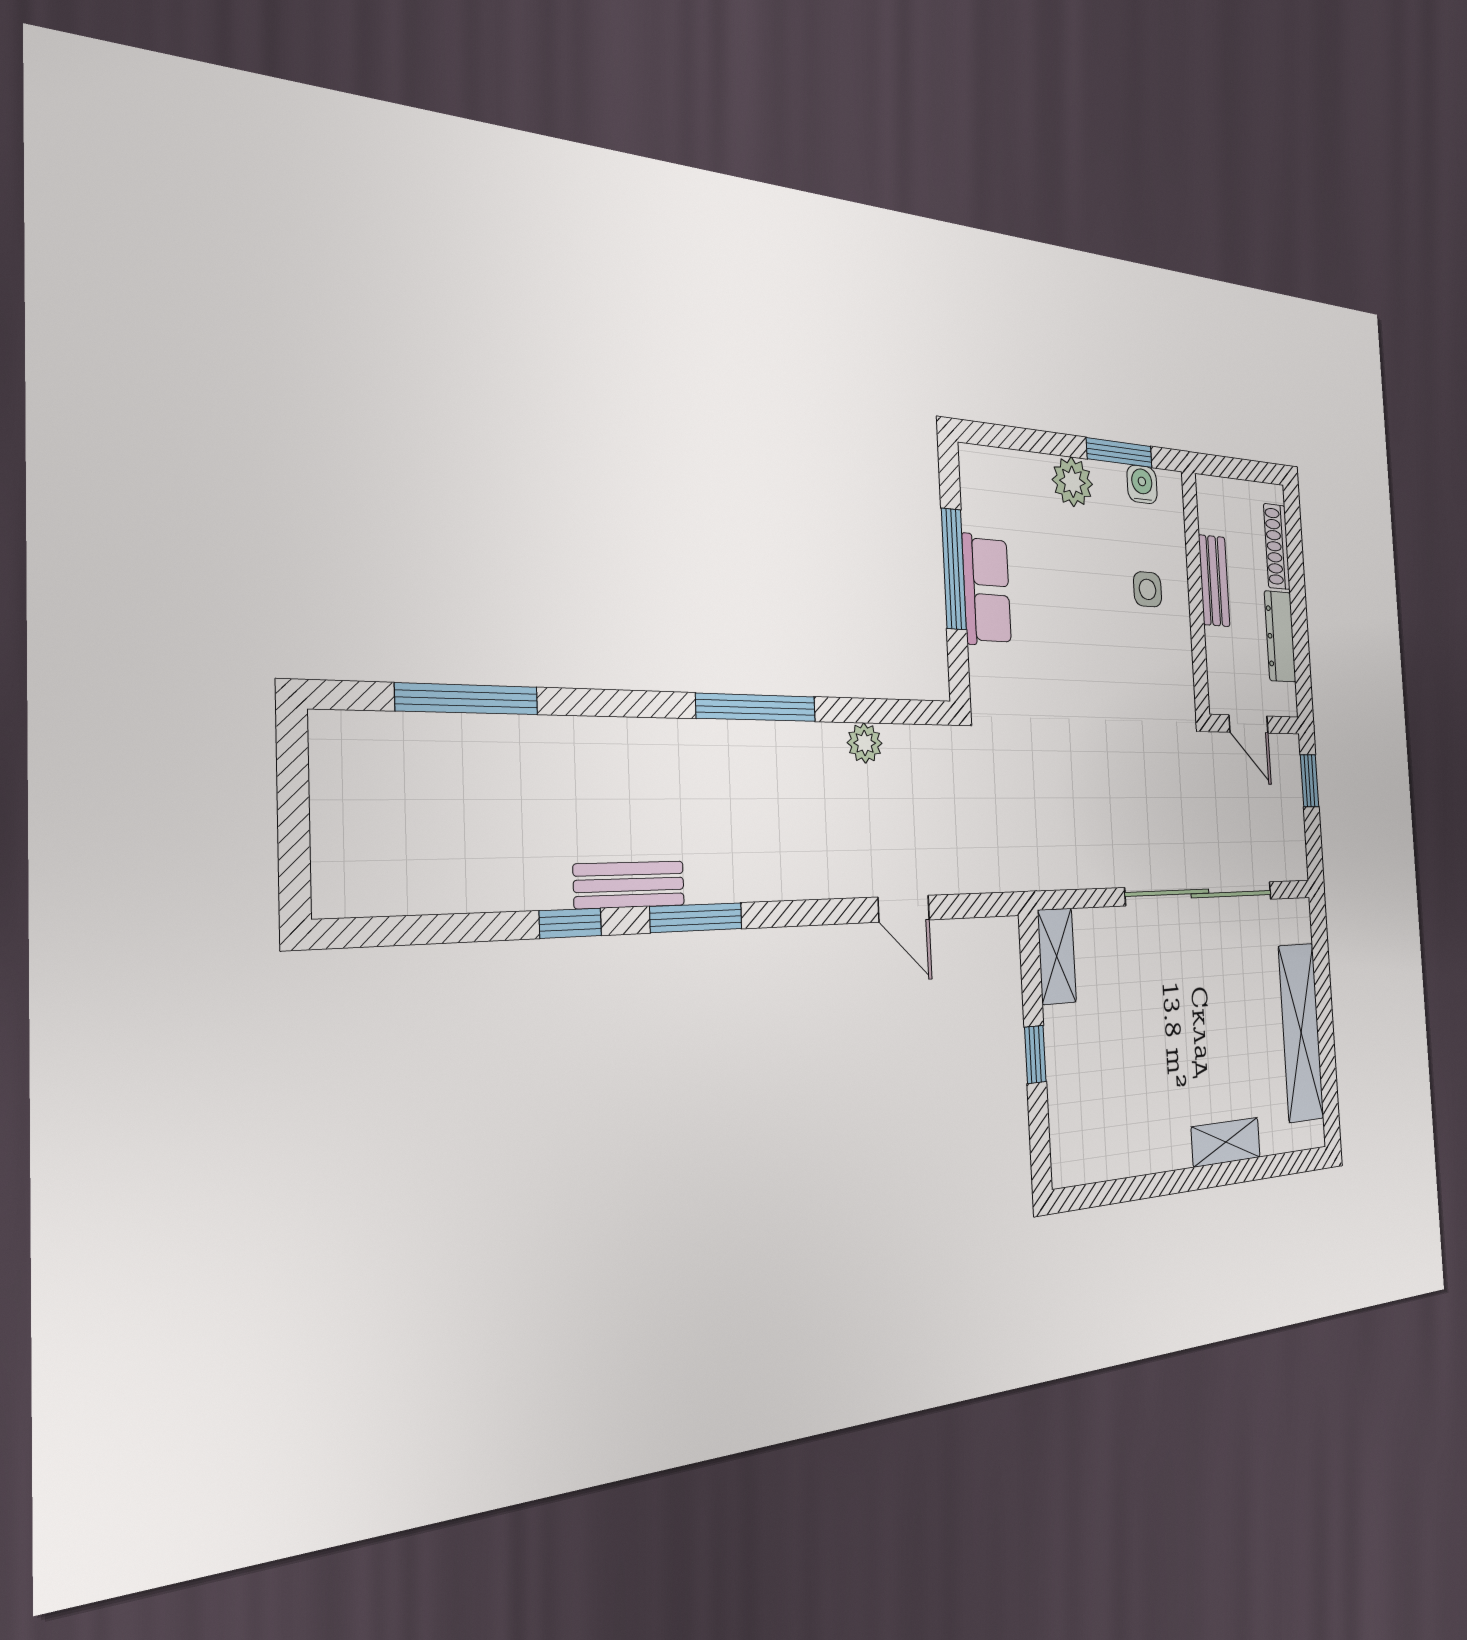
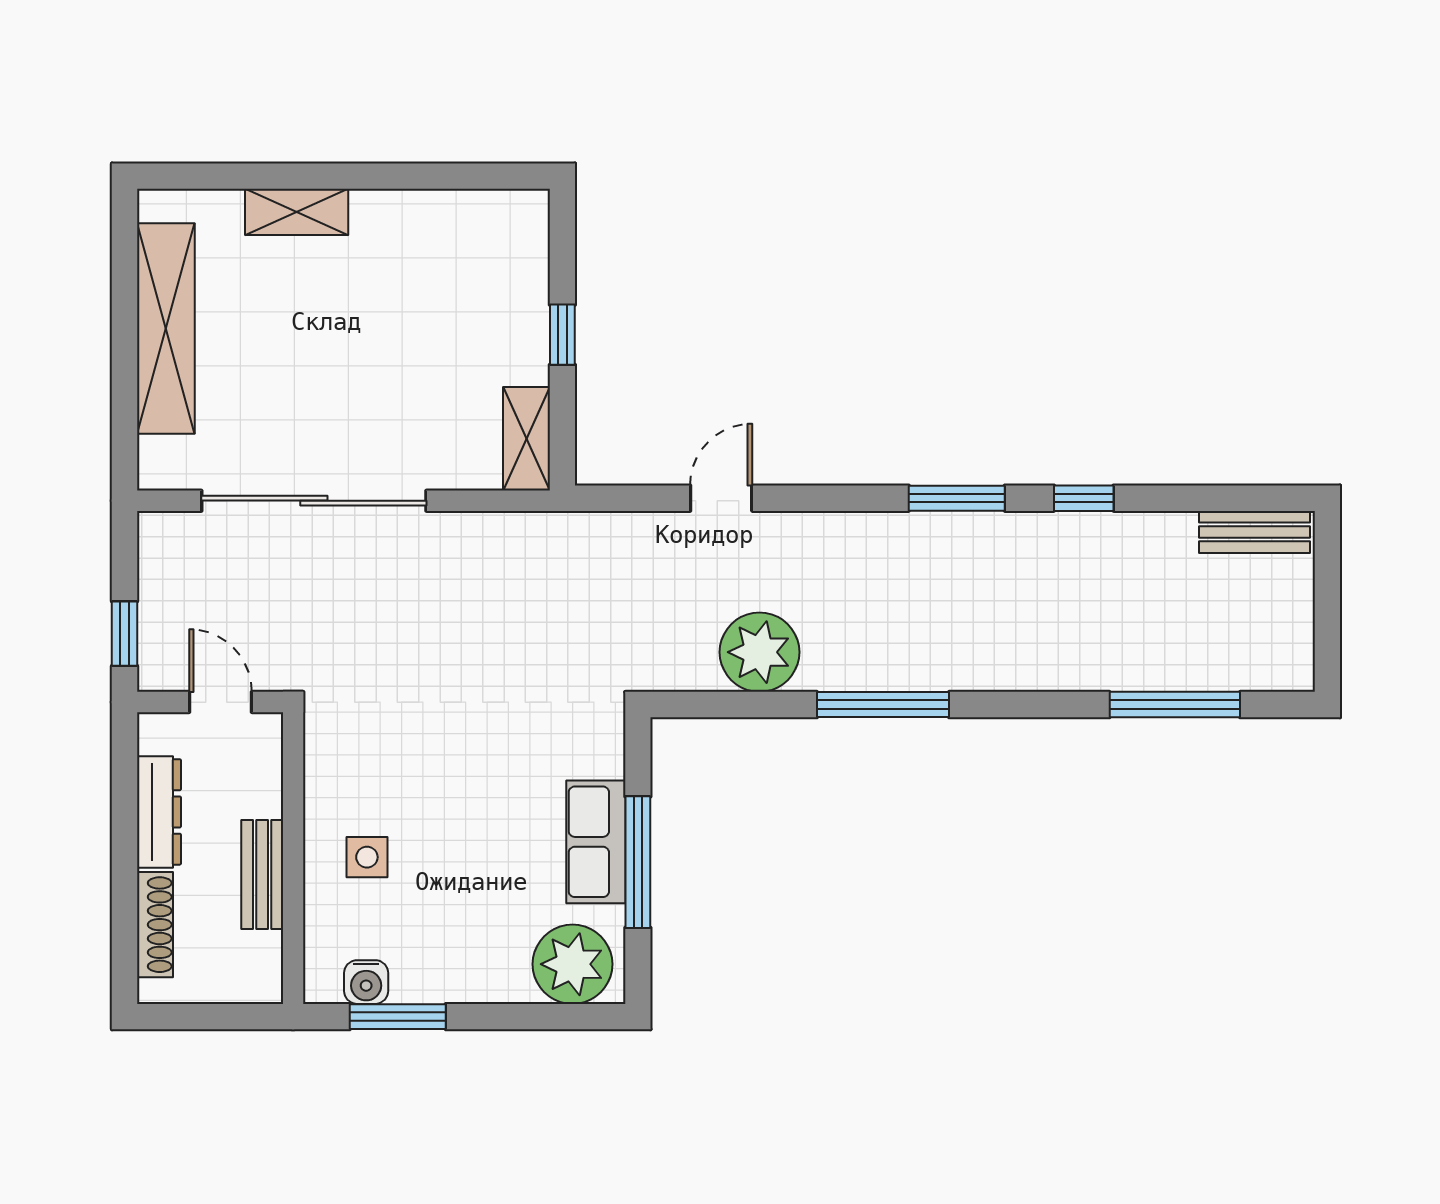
plant: (1072, 482) -> (573, 964), moved, width x1.36, depth x1.36
plant: (865, 743) -> (759, 652), width x1.88, depth x1.88
bench: (629, 885) -> (1255, 532), moved
door: (904, 909) -> (721, 498), hinge flipped

